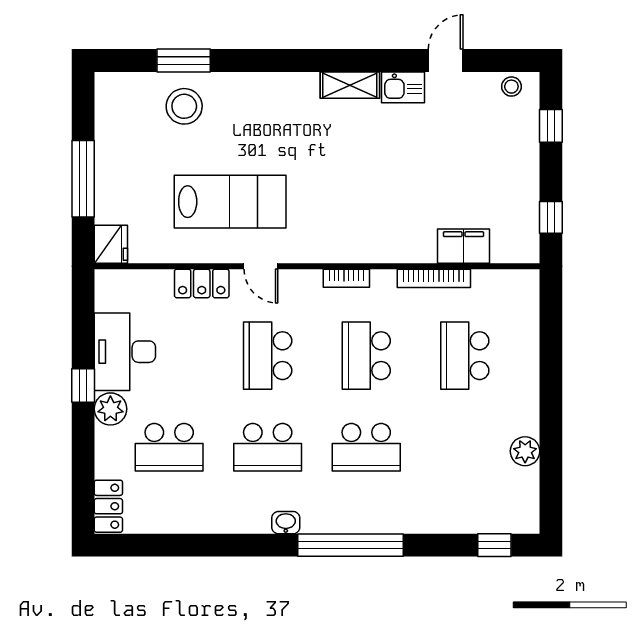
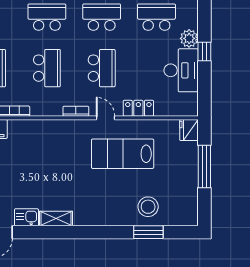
bookcase: (346, 278) -> (76, 111), moved

